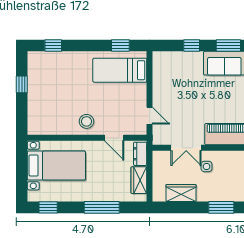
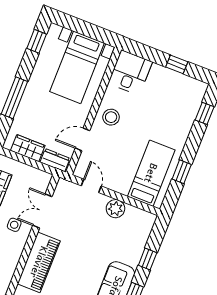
window: (120, 45) -> (182, 172), moved
plant: (161, 88) -> (115, 209), added
door: (150, 116) -> (91, 186), swing flipped
desk: (44, 120) -> (130, 73), added

